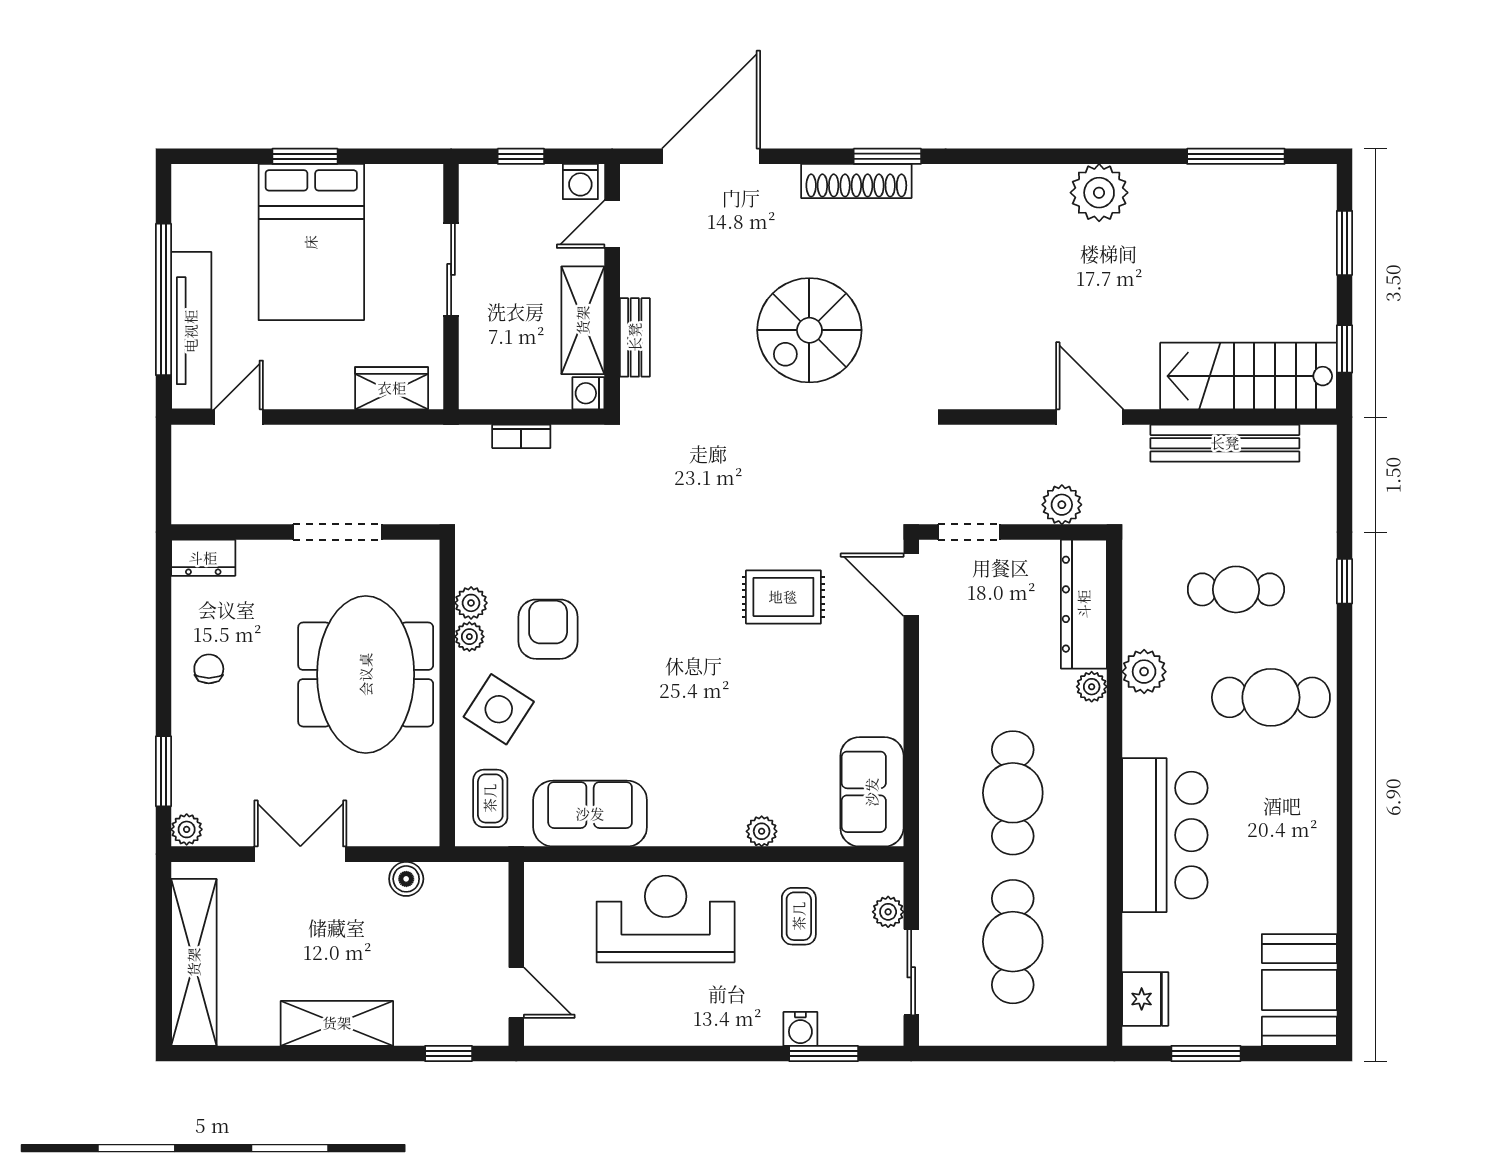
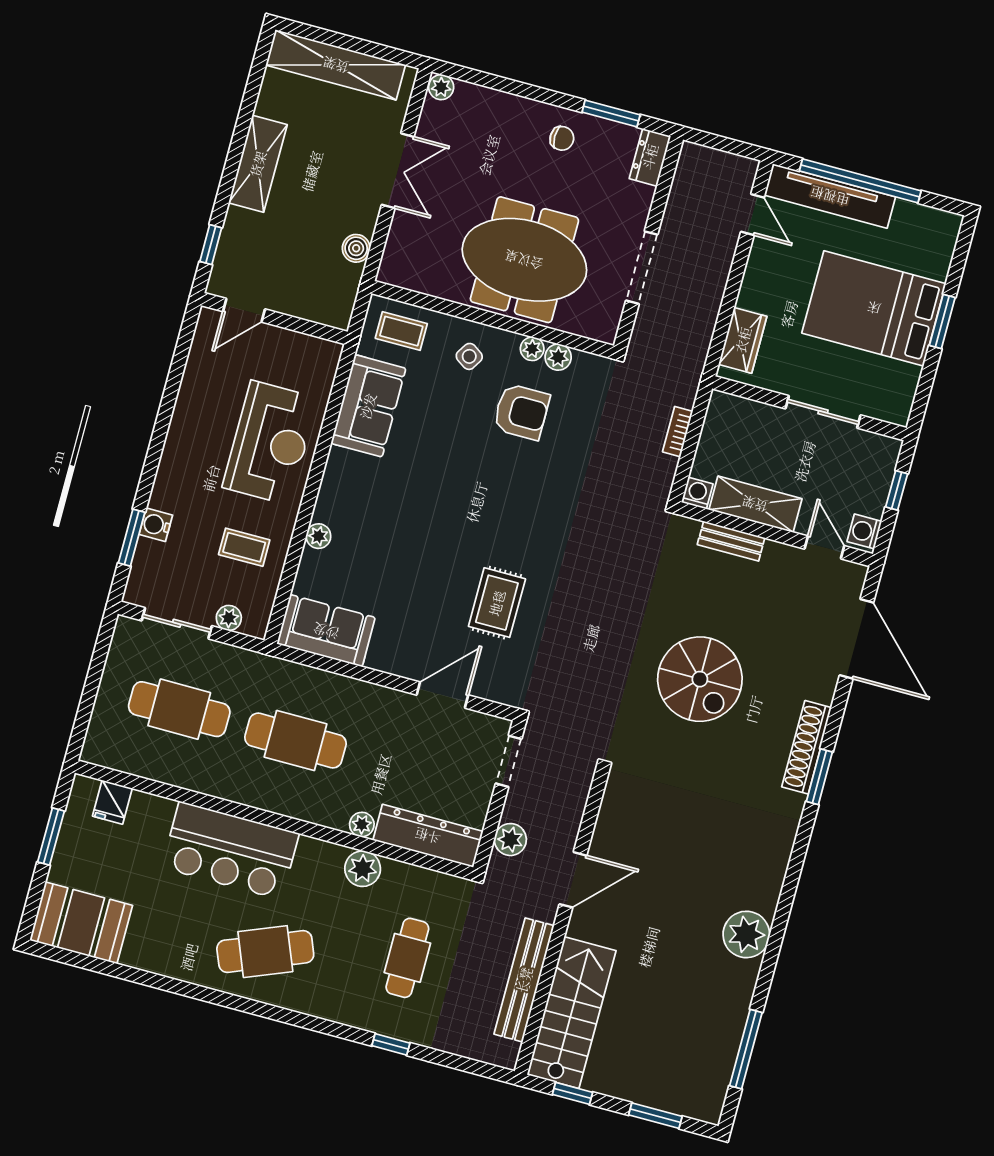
spiral stairs: (809, 330) -> (700, 679), turned 180
door: (911, 585) -> (442, 695), moved
cafe table: (1271, 697) -> (265, 952), moved, turned 68
side table: (499, 709) -> (469, 356), width x0.54, depth x0.54
window: (163, 771) -> (611, 114), moved
fridge: (1145, 999) -> (112, 802), width x0.72

